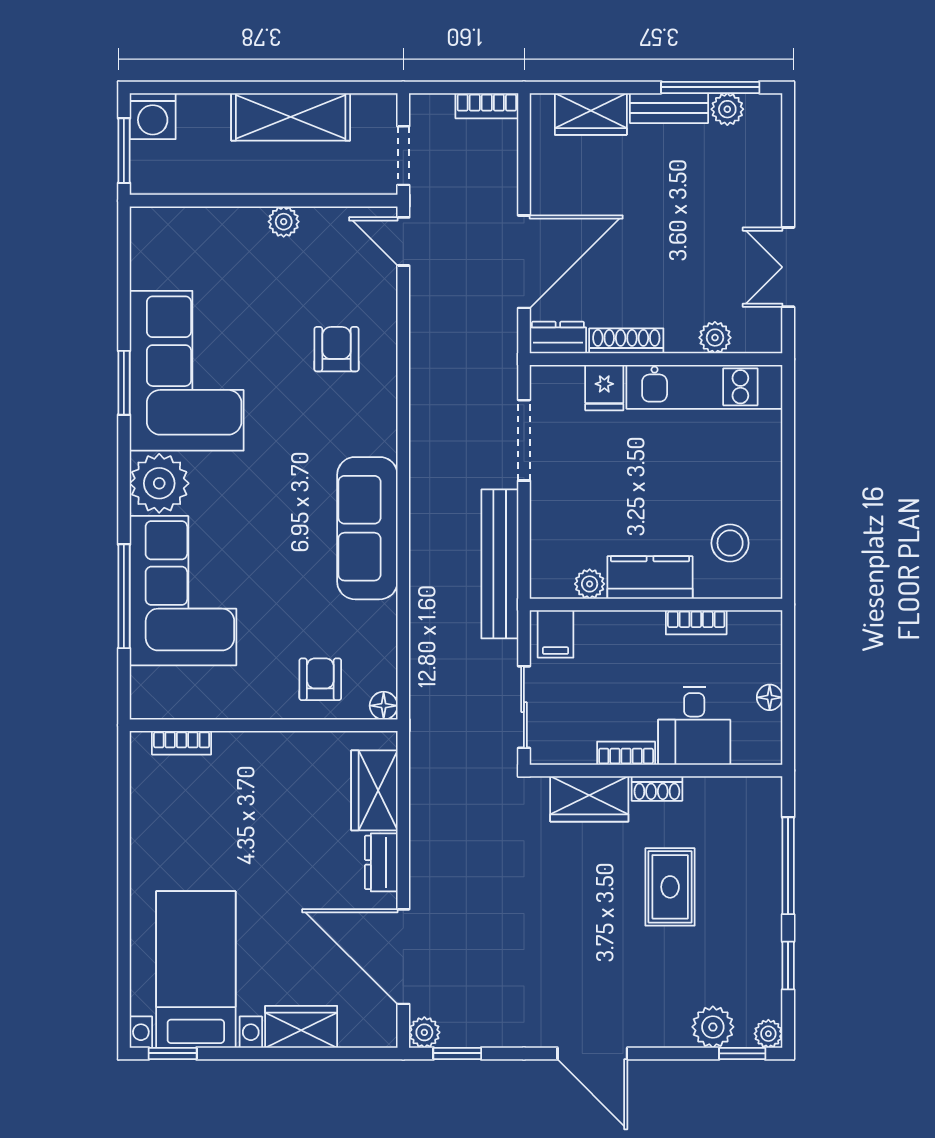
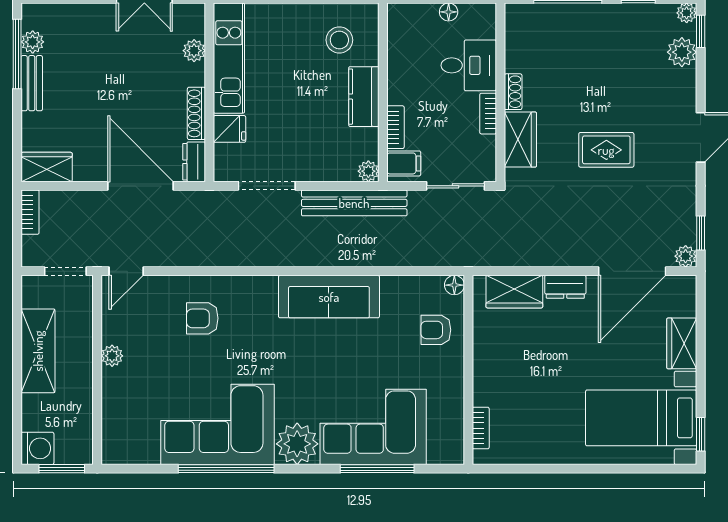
wardrobe: (591, 114) -> (47, 167), moved, turned -90
window: (124, 383) -> (226, 469), width x2.11
plant: (590, 584) -> (368, 171), moved
bookcase: (696, 622) -> (395, 127), moved
rug: (670, 887) -> (606, 150), moved

